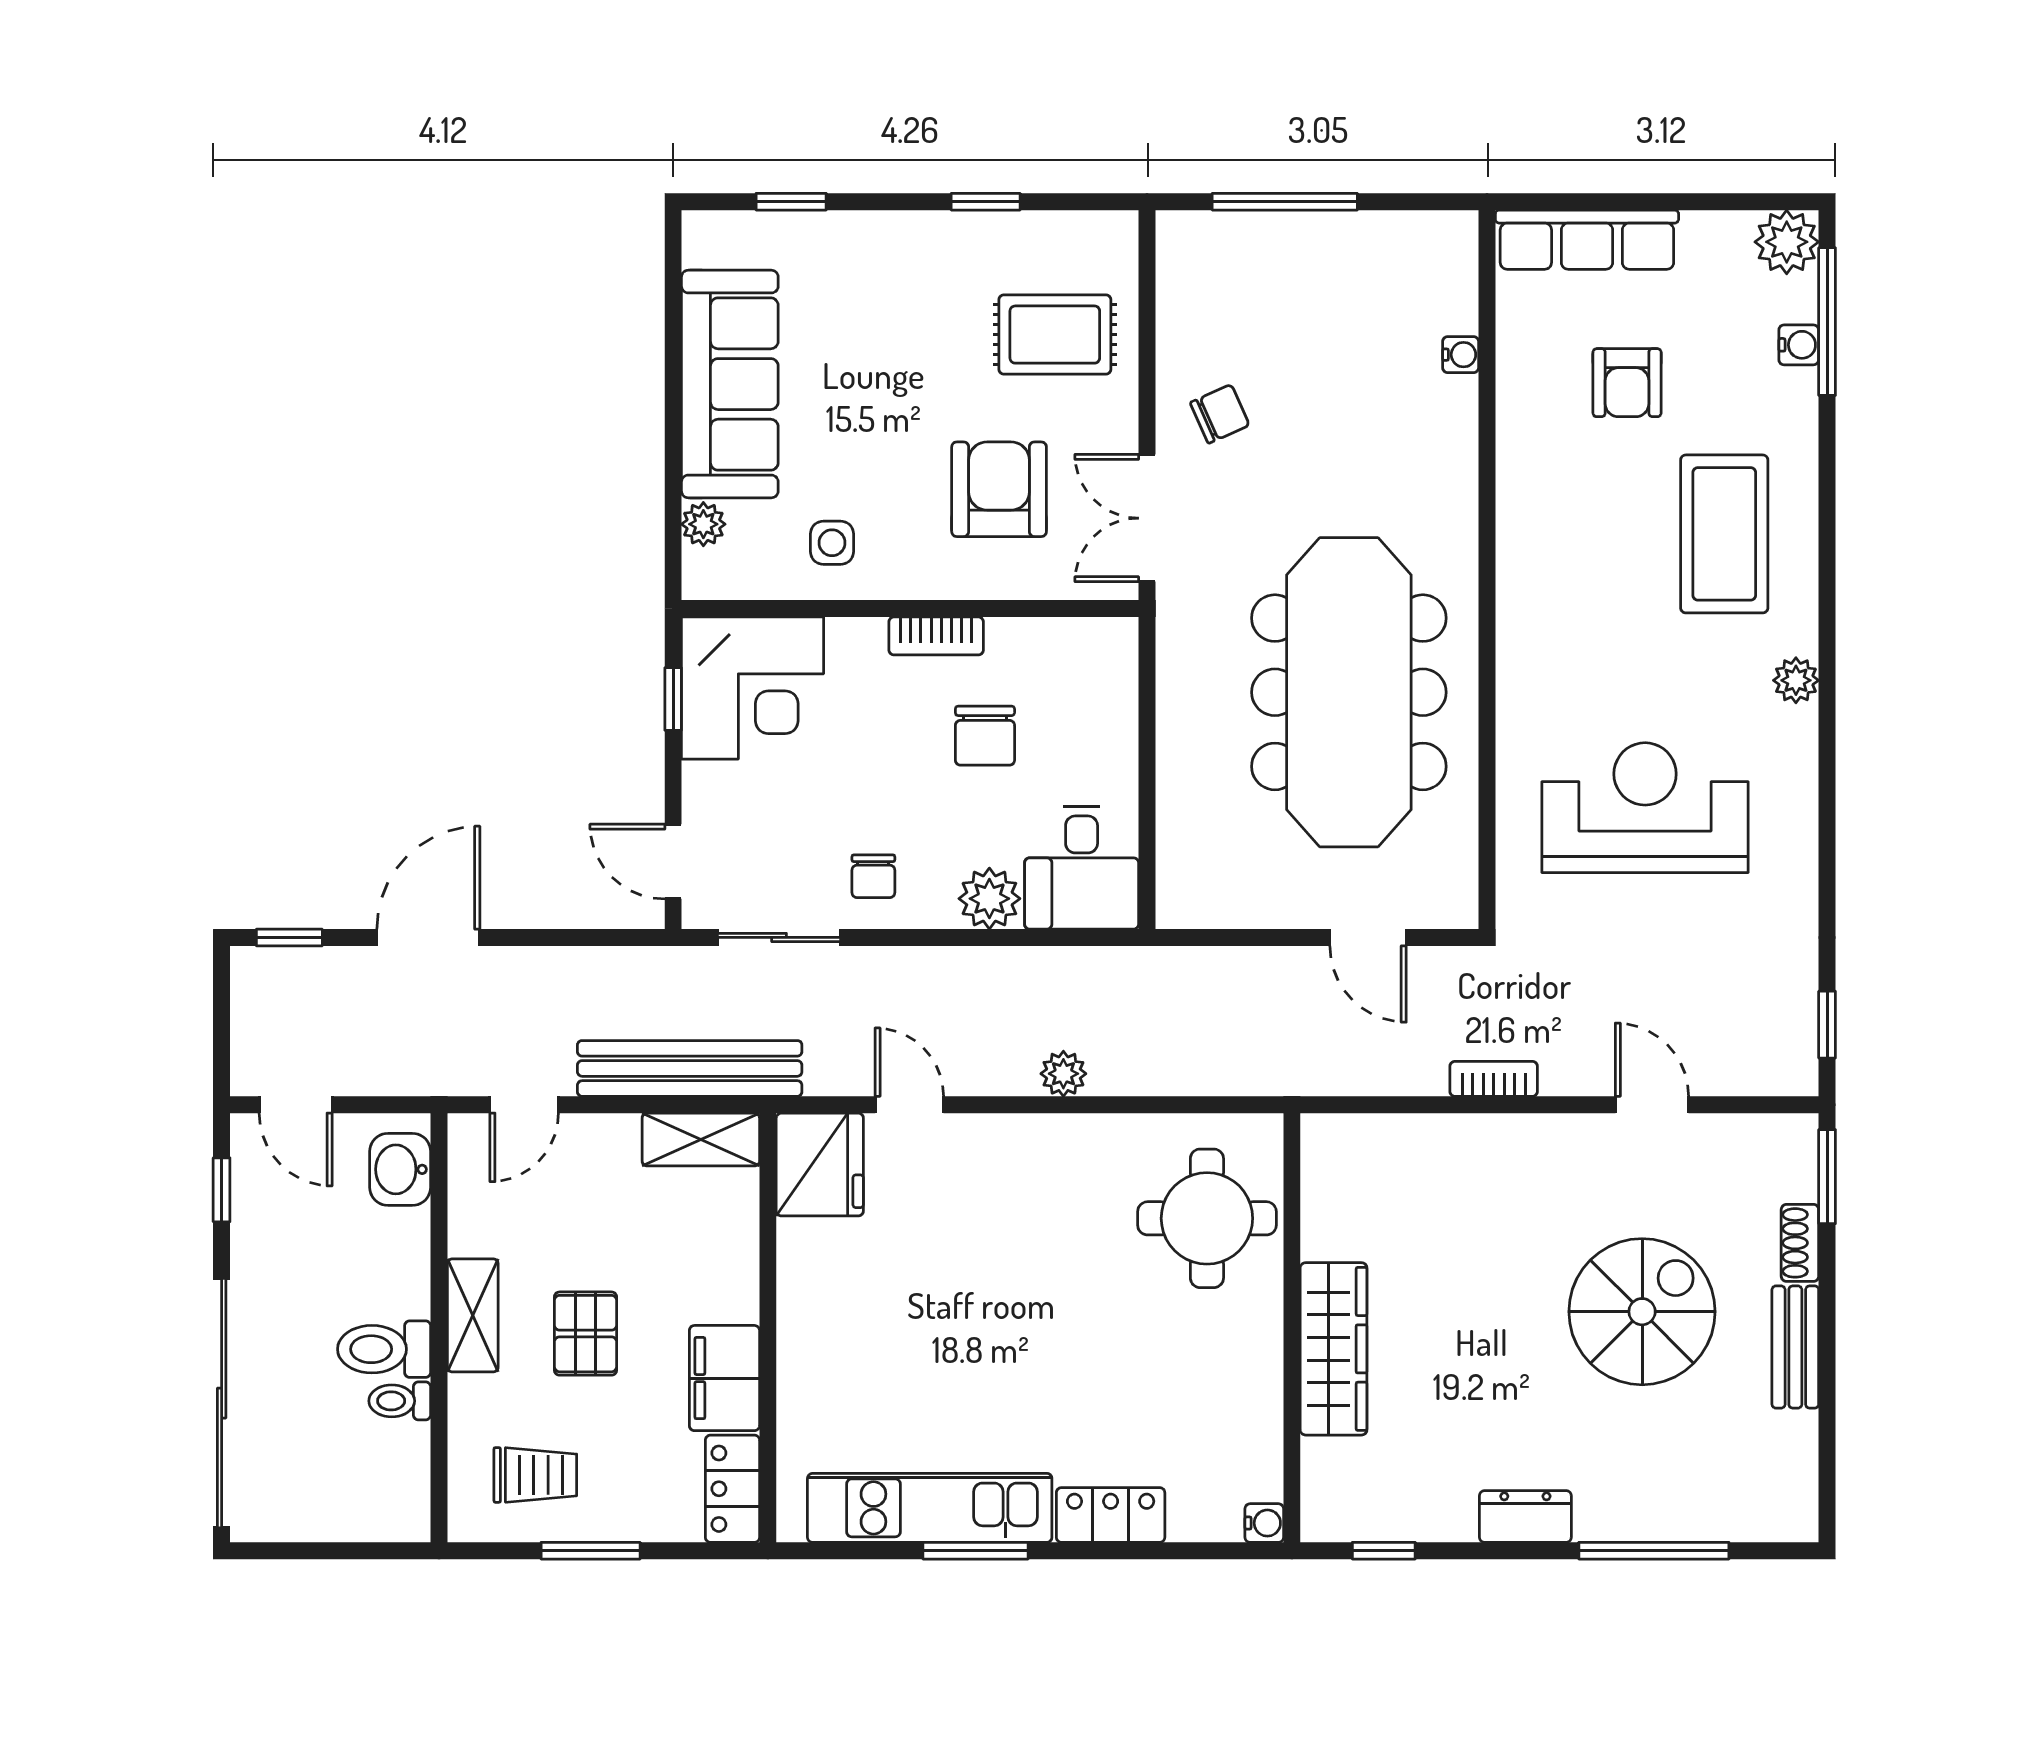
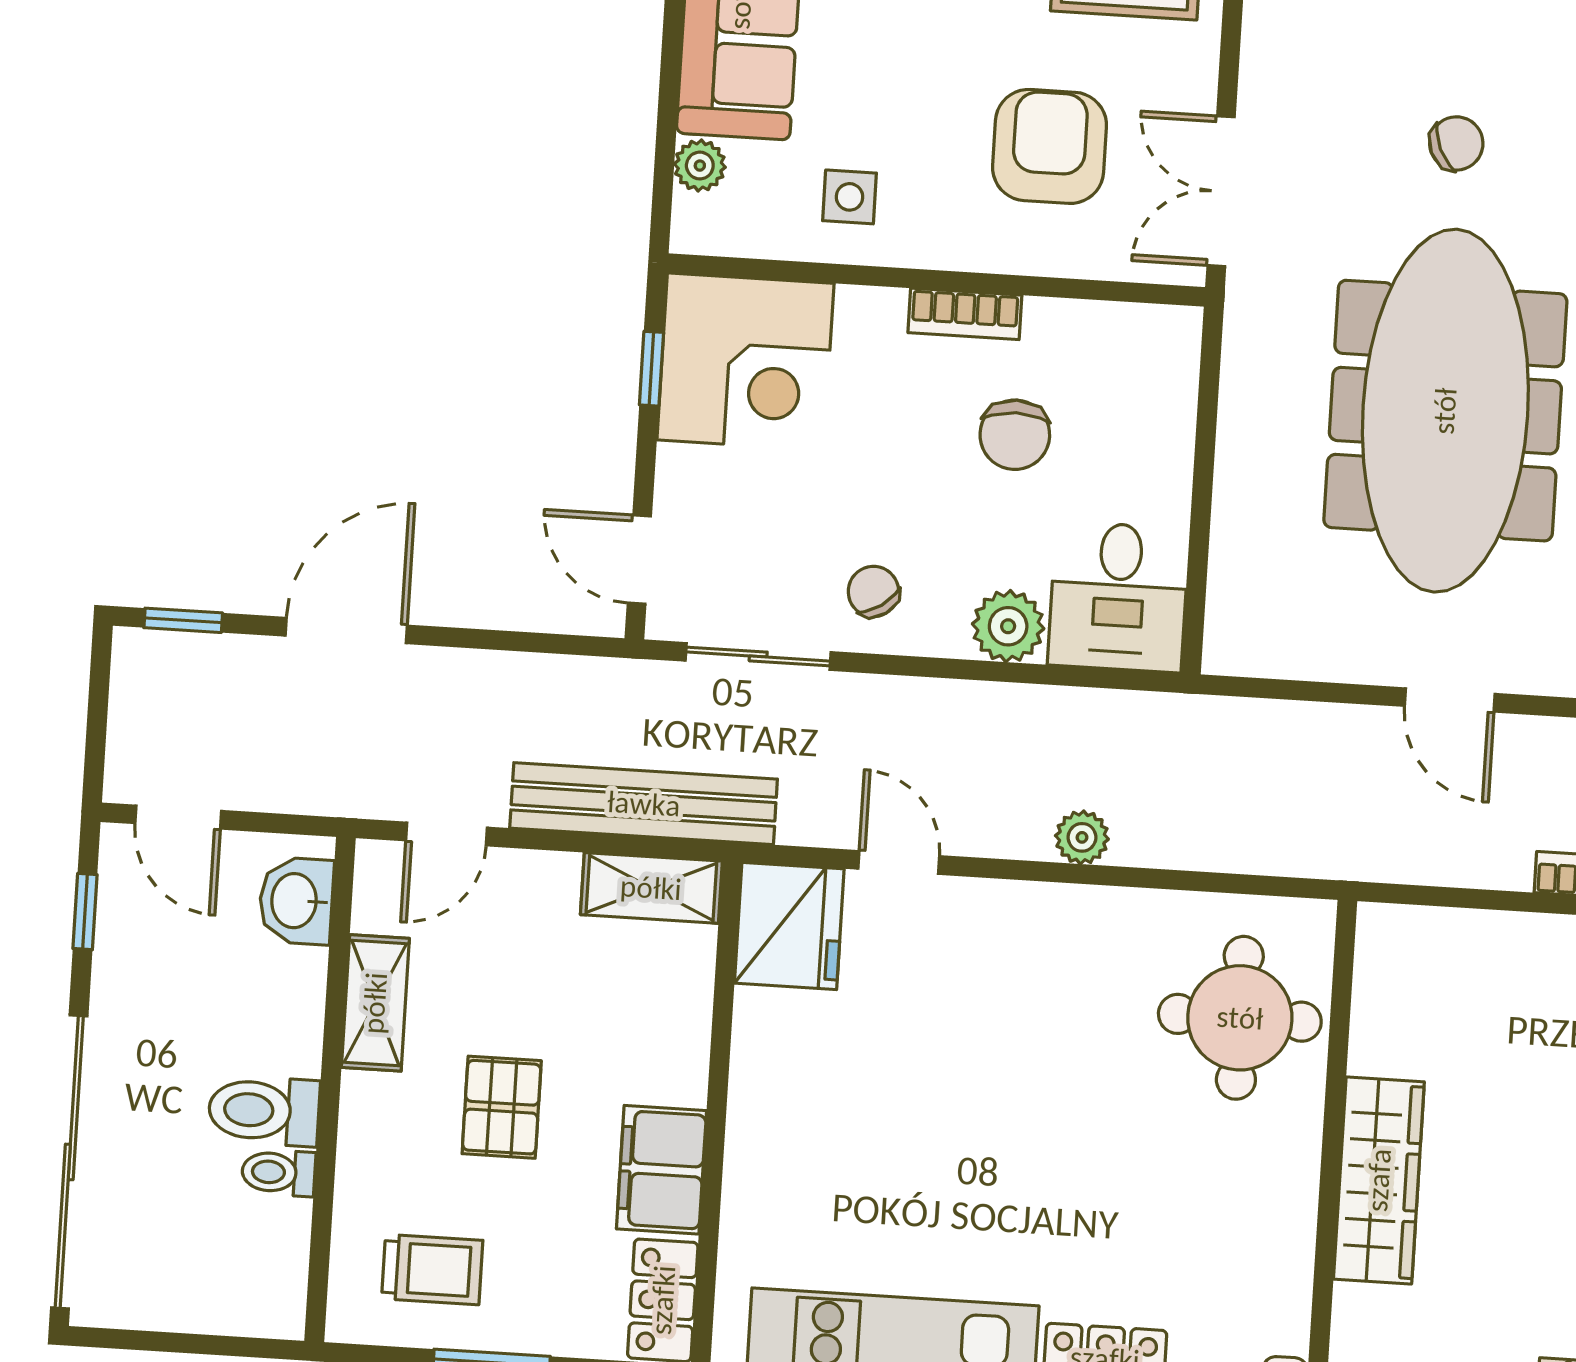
chair: (1220, 414) -> (1456, 143), moved
chair: (873, 876) -> (873, 592), turned 146
shelving: (473, 1315) -> (375, 1003), moved

